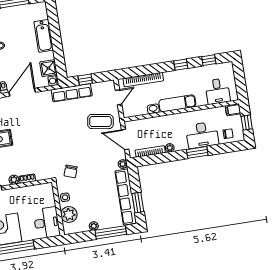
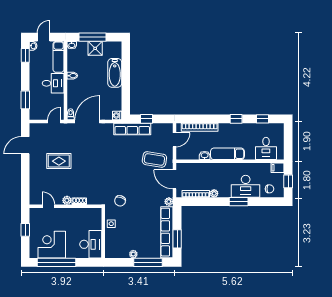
shower: (48, 68) -> (95, 48), moved
plant: (69, 215) -> (112, 240), removed

